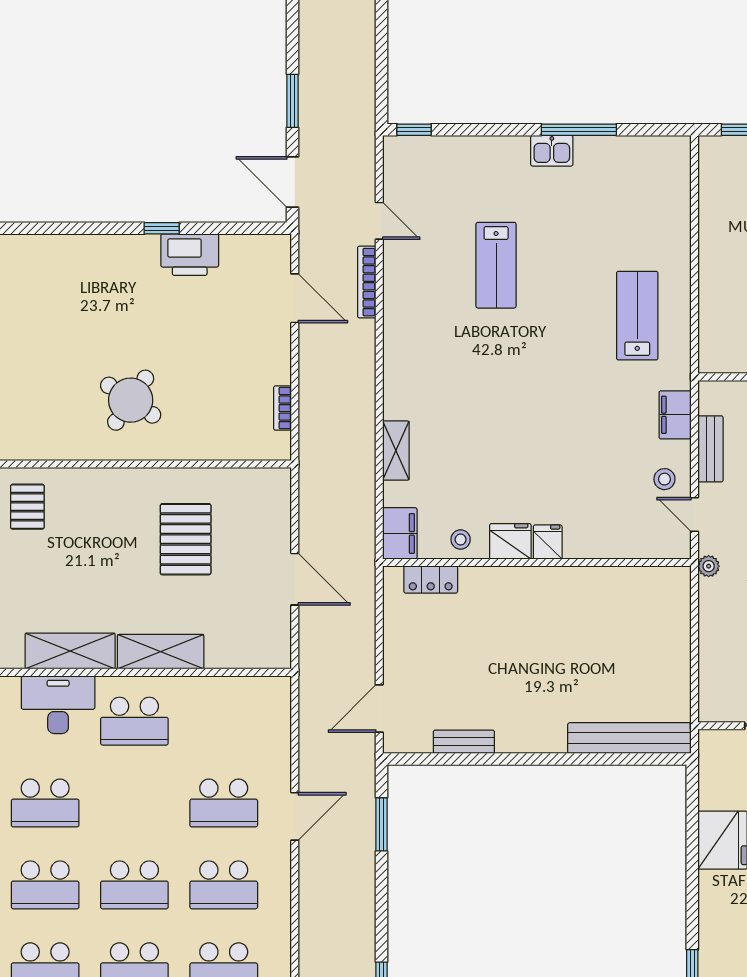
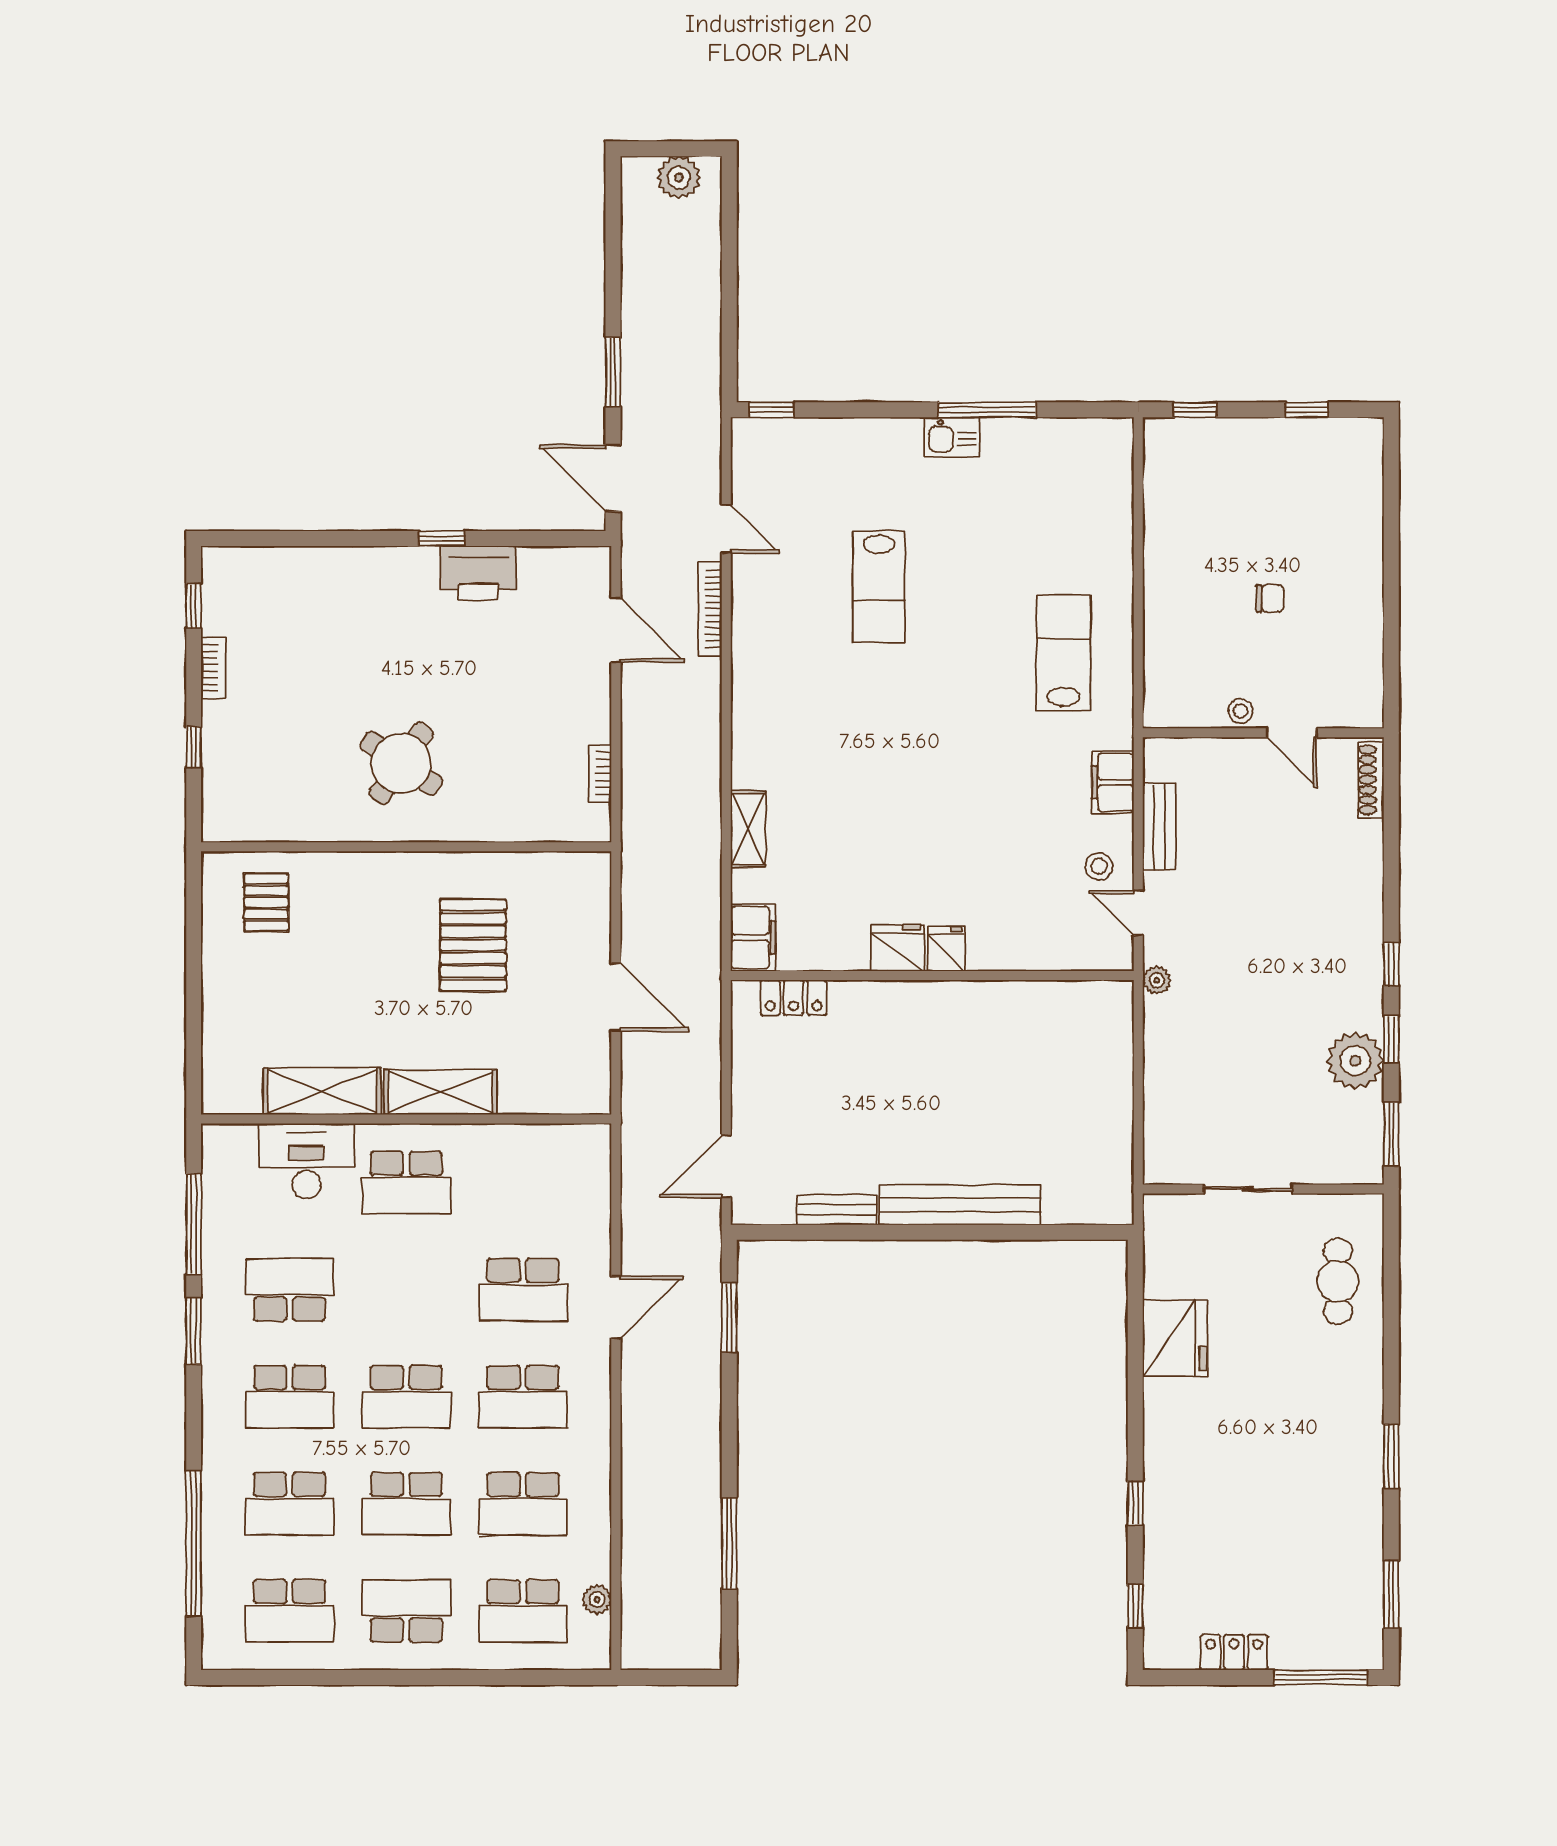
stool: (461, 539) -> (833, 945), removed
bench: (629, 738) -> (960, 1205), moved
school desk: (45, 803) -> (289, 1290), turned 180

